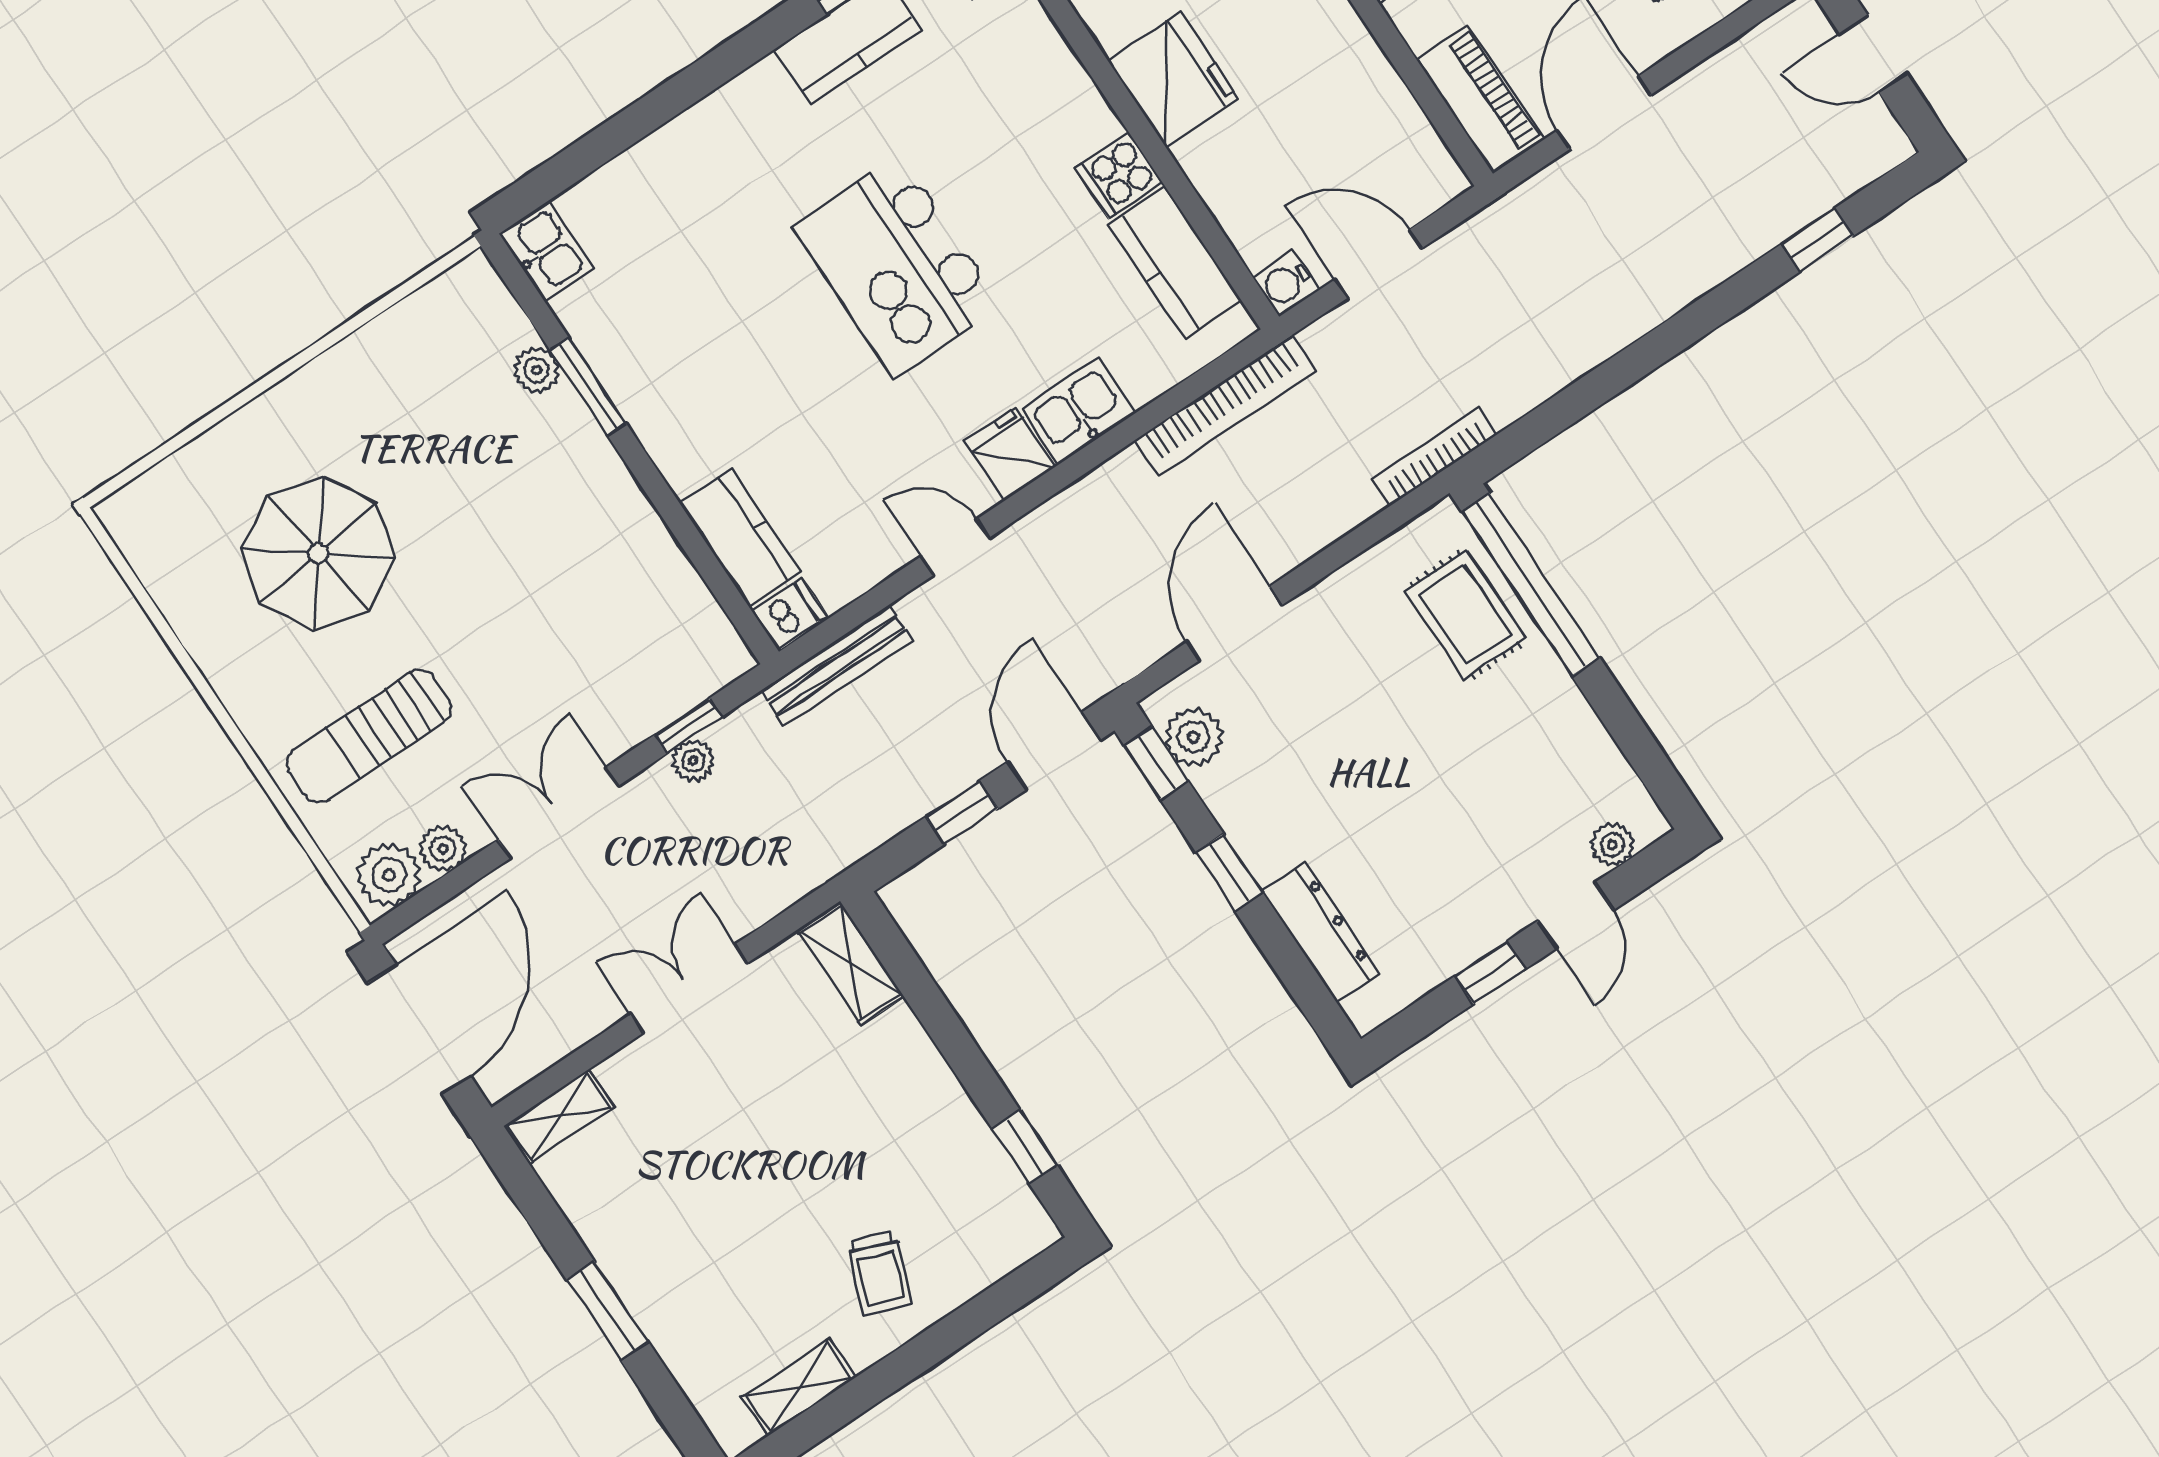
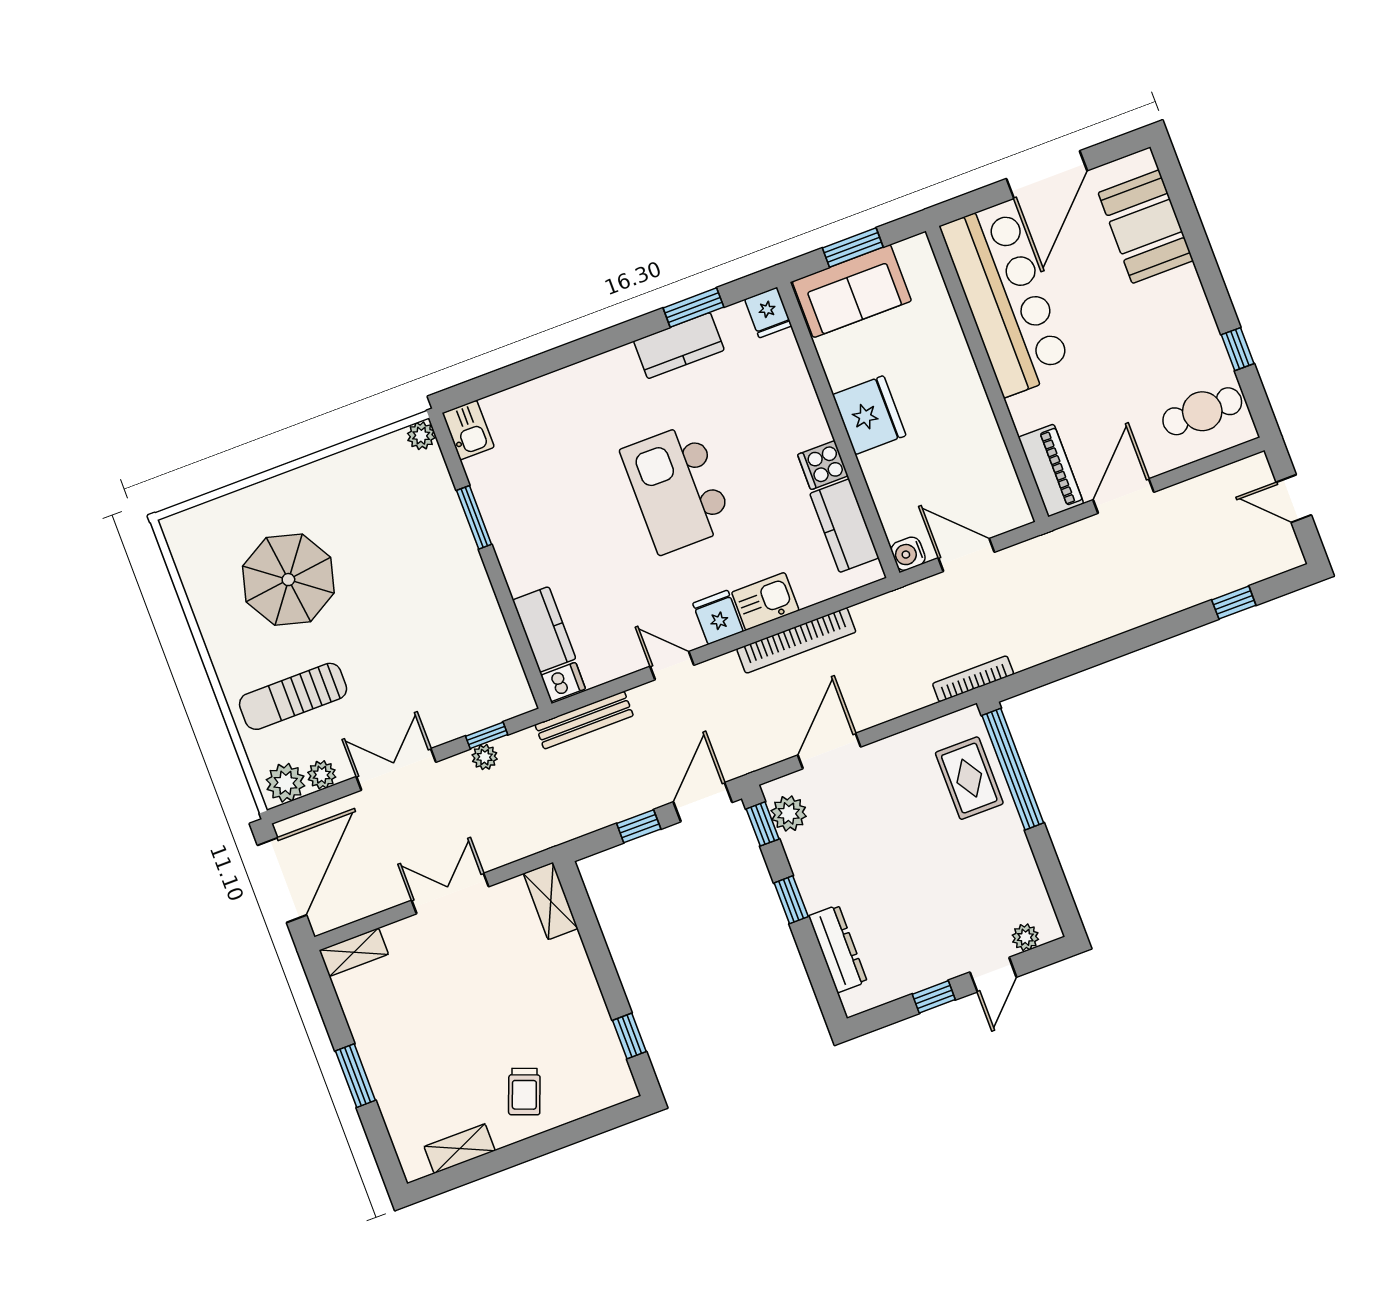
plant: (537, 370) -> (421, 436), moved
bookcase: (1225, 406) -> (796, 640), moved

